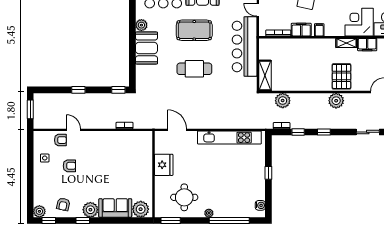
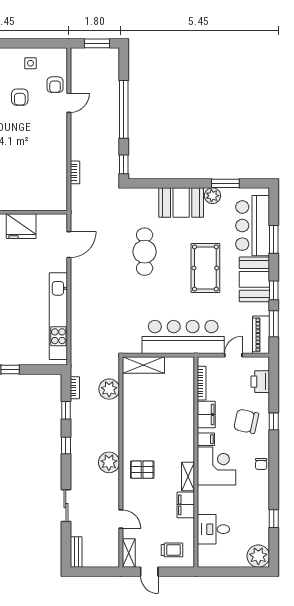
window: (132, 16) -> (225, 183), added
corner desk: (359, 22) -> (216, 466), moved
cafe table: (194, 69) -> (145, 252), moved
pallet: (341, 76) -> (142, 470), width x0.67, depth x0.71
window: (78, 90) -> (124, 109), width x3.17

